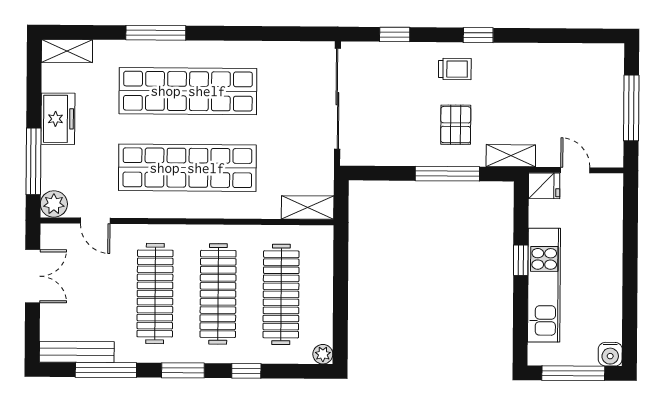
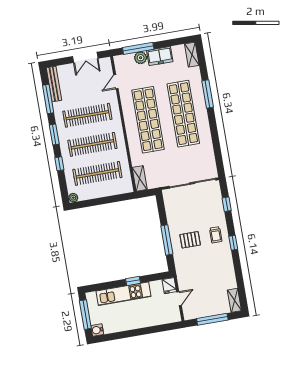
shelving: (511, 156) -> (234, 300), moved
plant: (54, 204) -> (141, 58), moved

